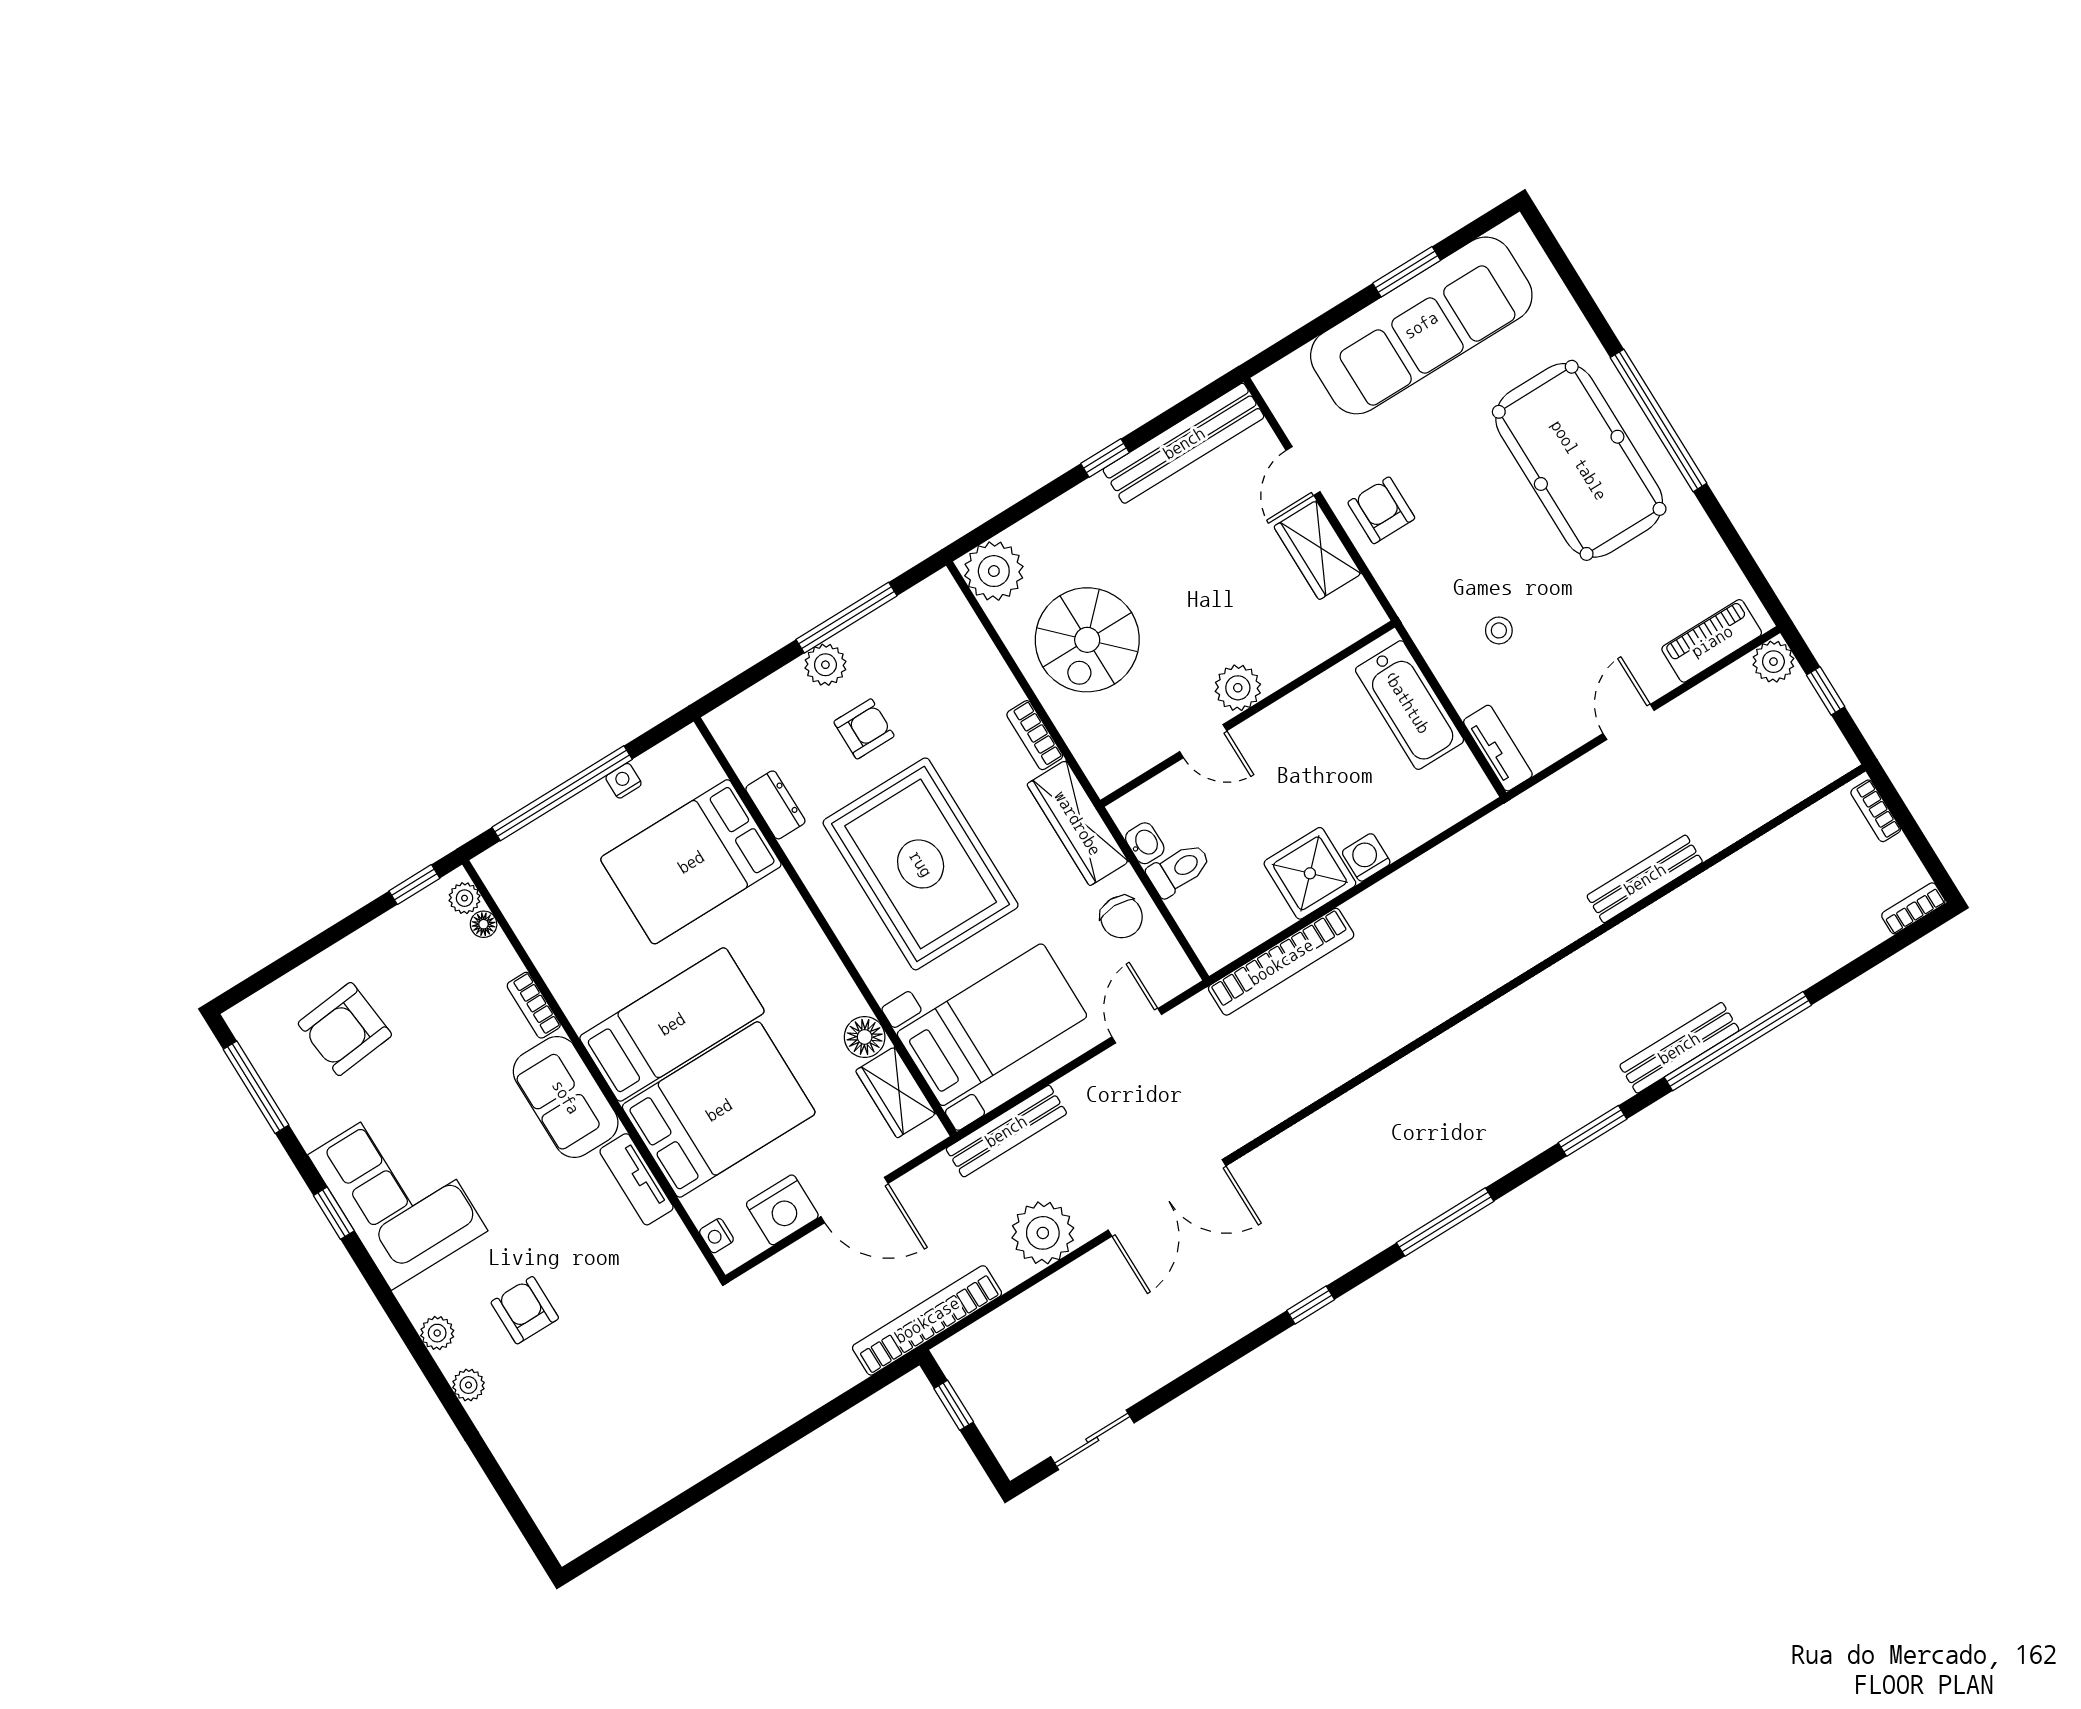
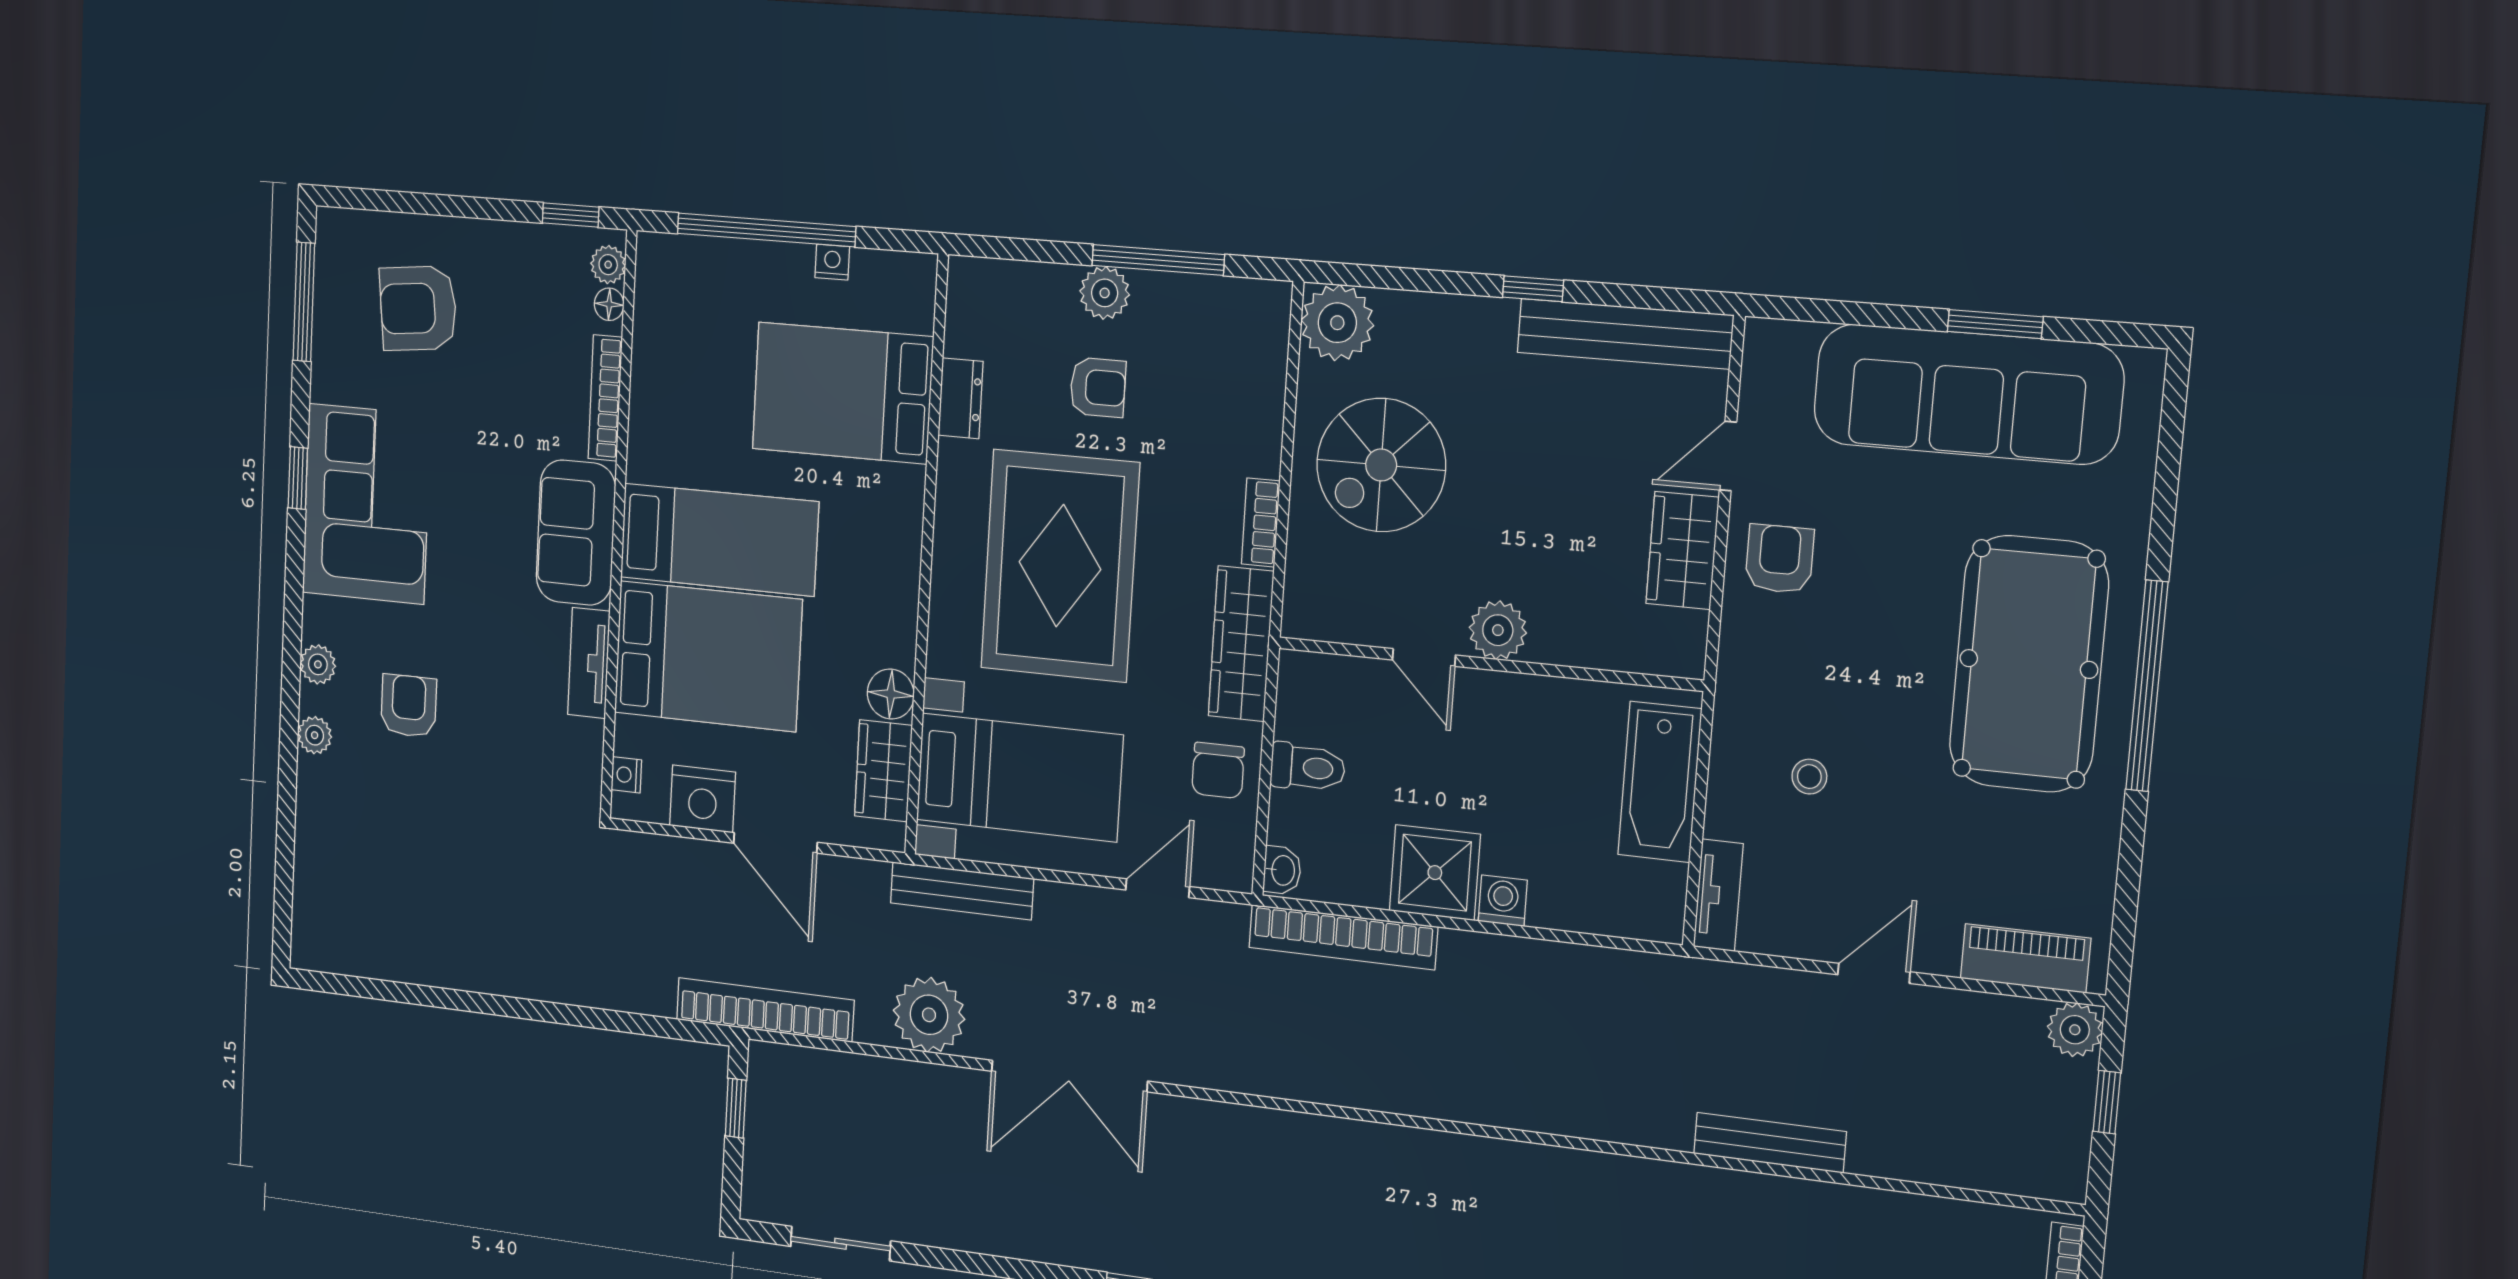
washbasin: (1145, 843) -> (1282, 870), moved
bookcase: (534, 1005) -> (605, 398), width x1.56

